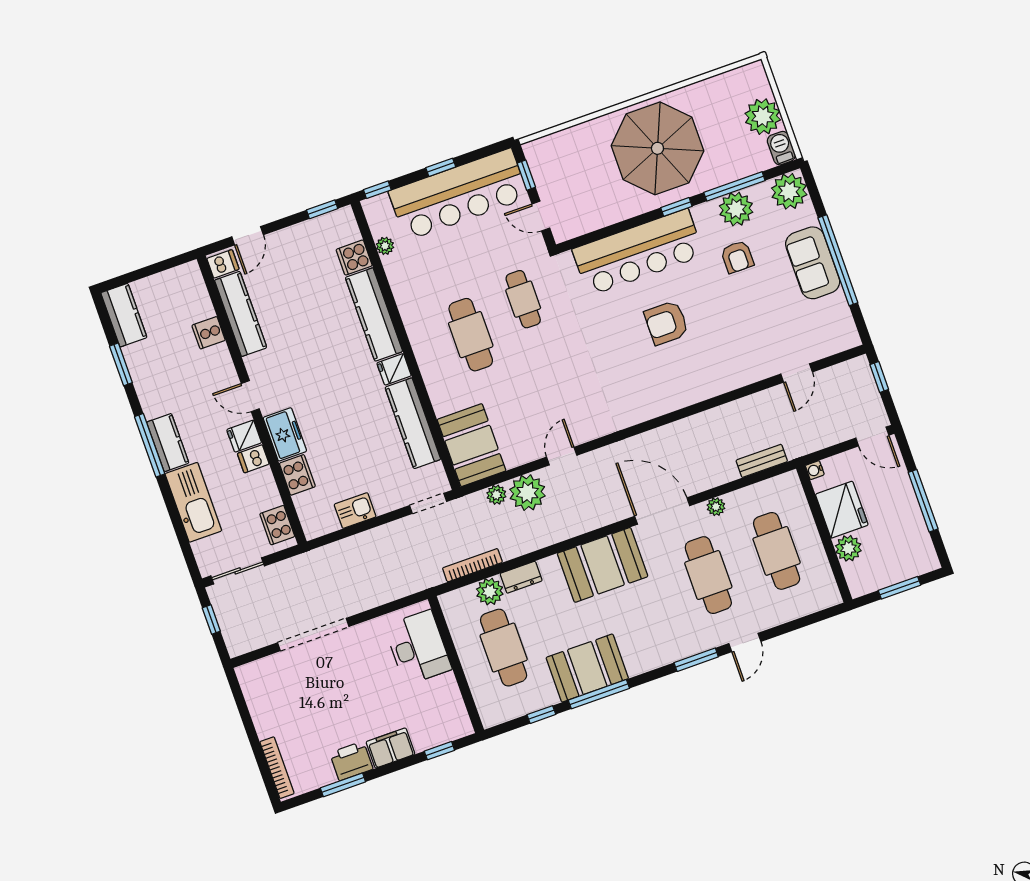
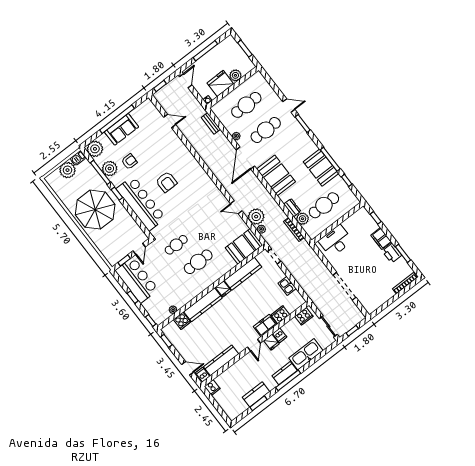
bar counter: (458, 194) -> (137, 280), width x0.73
kitchen counter: (124, 315) -> (256, 394), moved
cooker: (209, 333) -> (212, 388), moved

